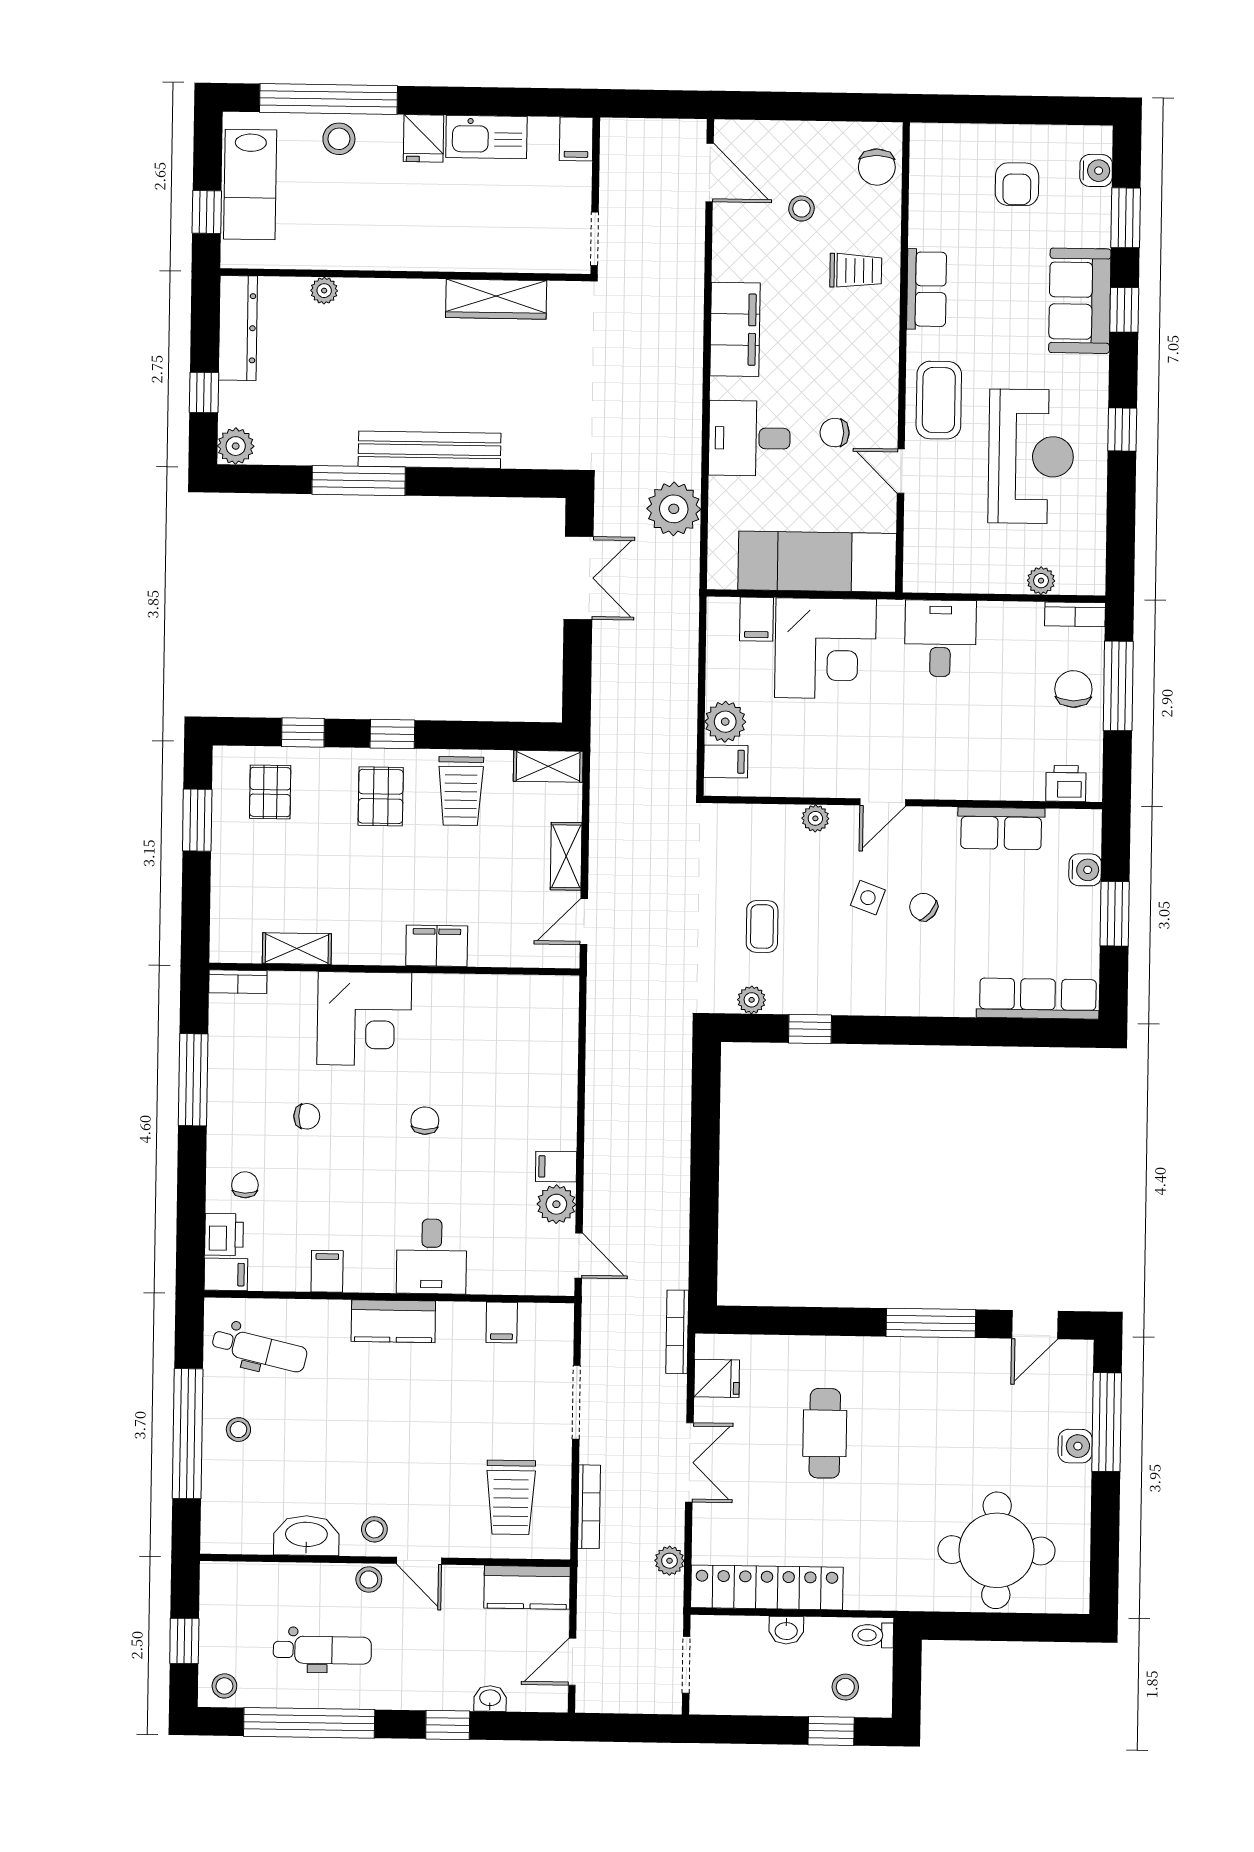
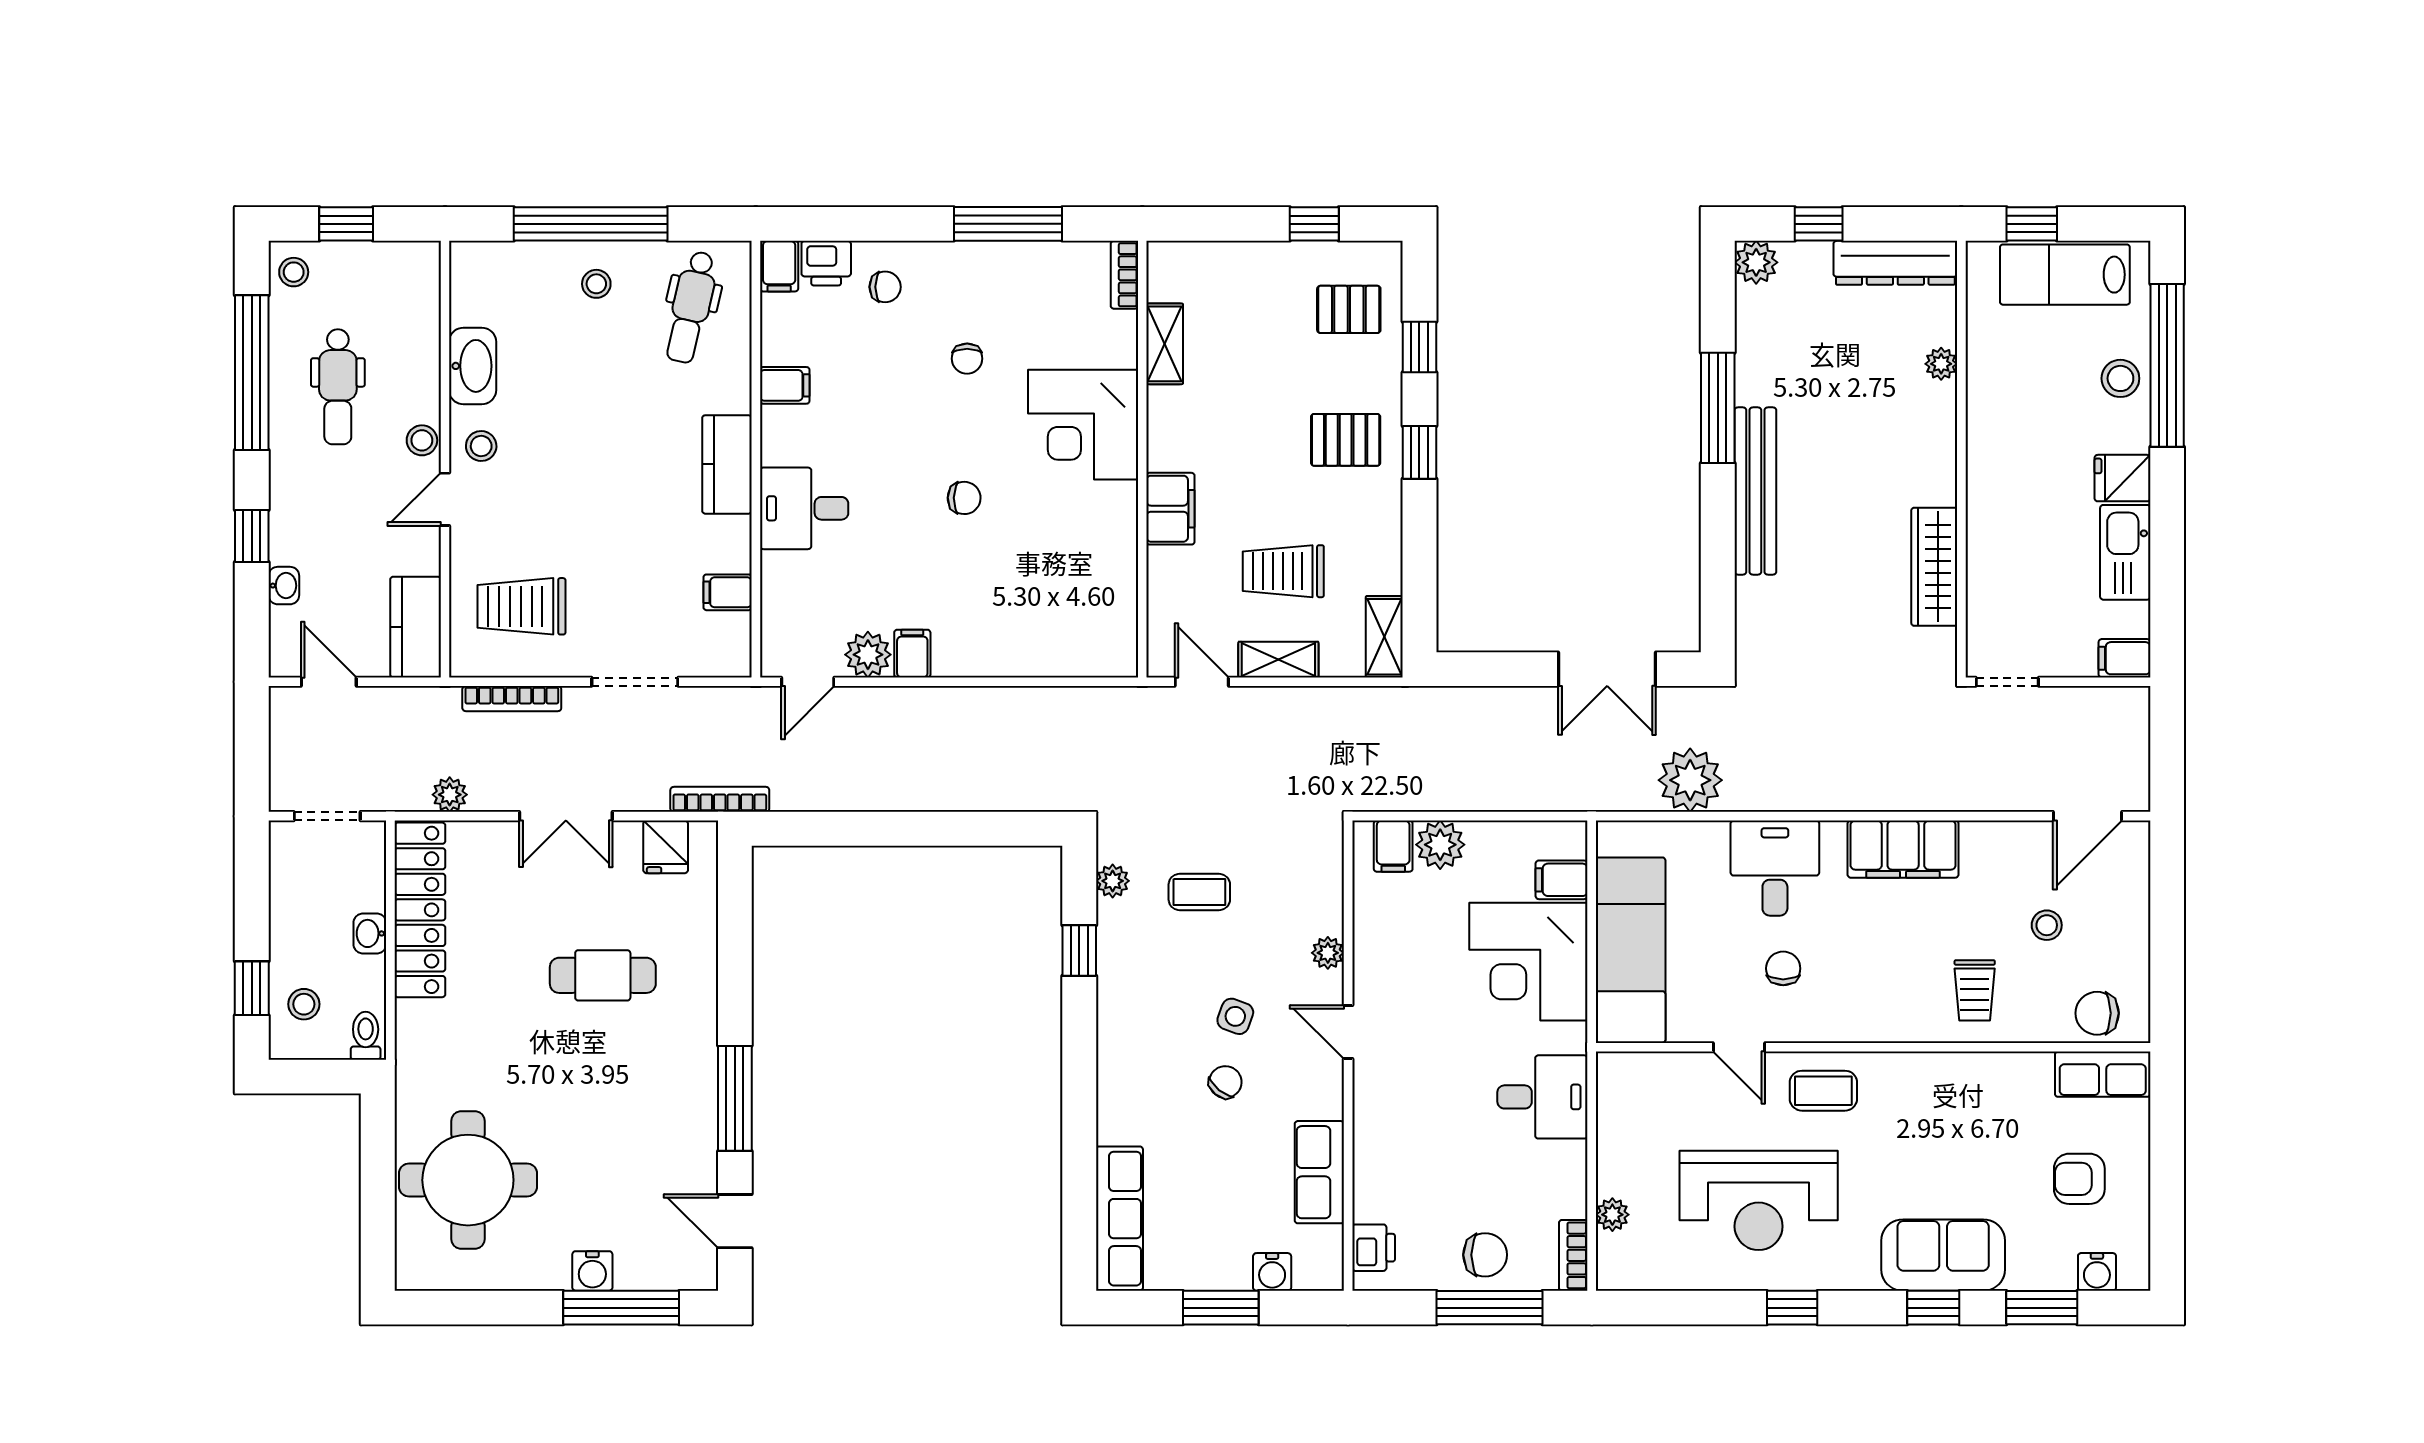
row of seats: (927, 289) -> (2103, 1074), moved
coffee table: (939, 400) -> (1823, 1091), width x0.73, depth x0.77
door: (901, 471) -> (1739, 1047), swing flipped
trolley: (461, 791) -> (1283, 571), moved
window: (197, 820) -> (1314, 224), width x0.67

